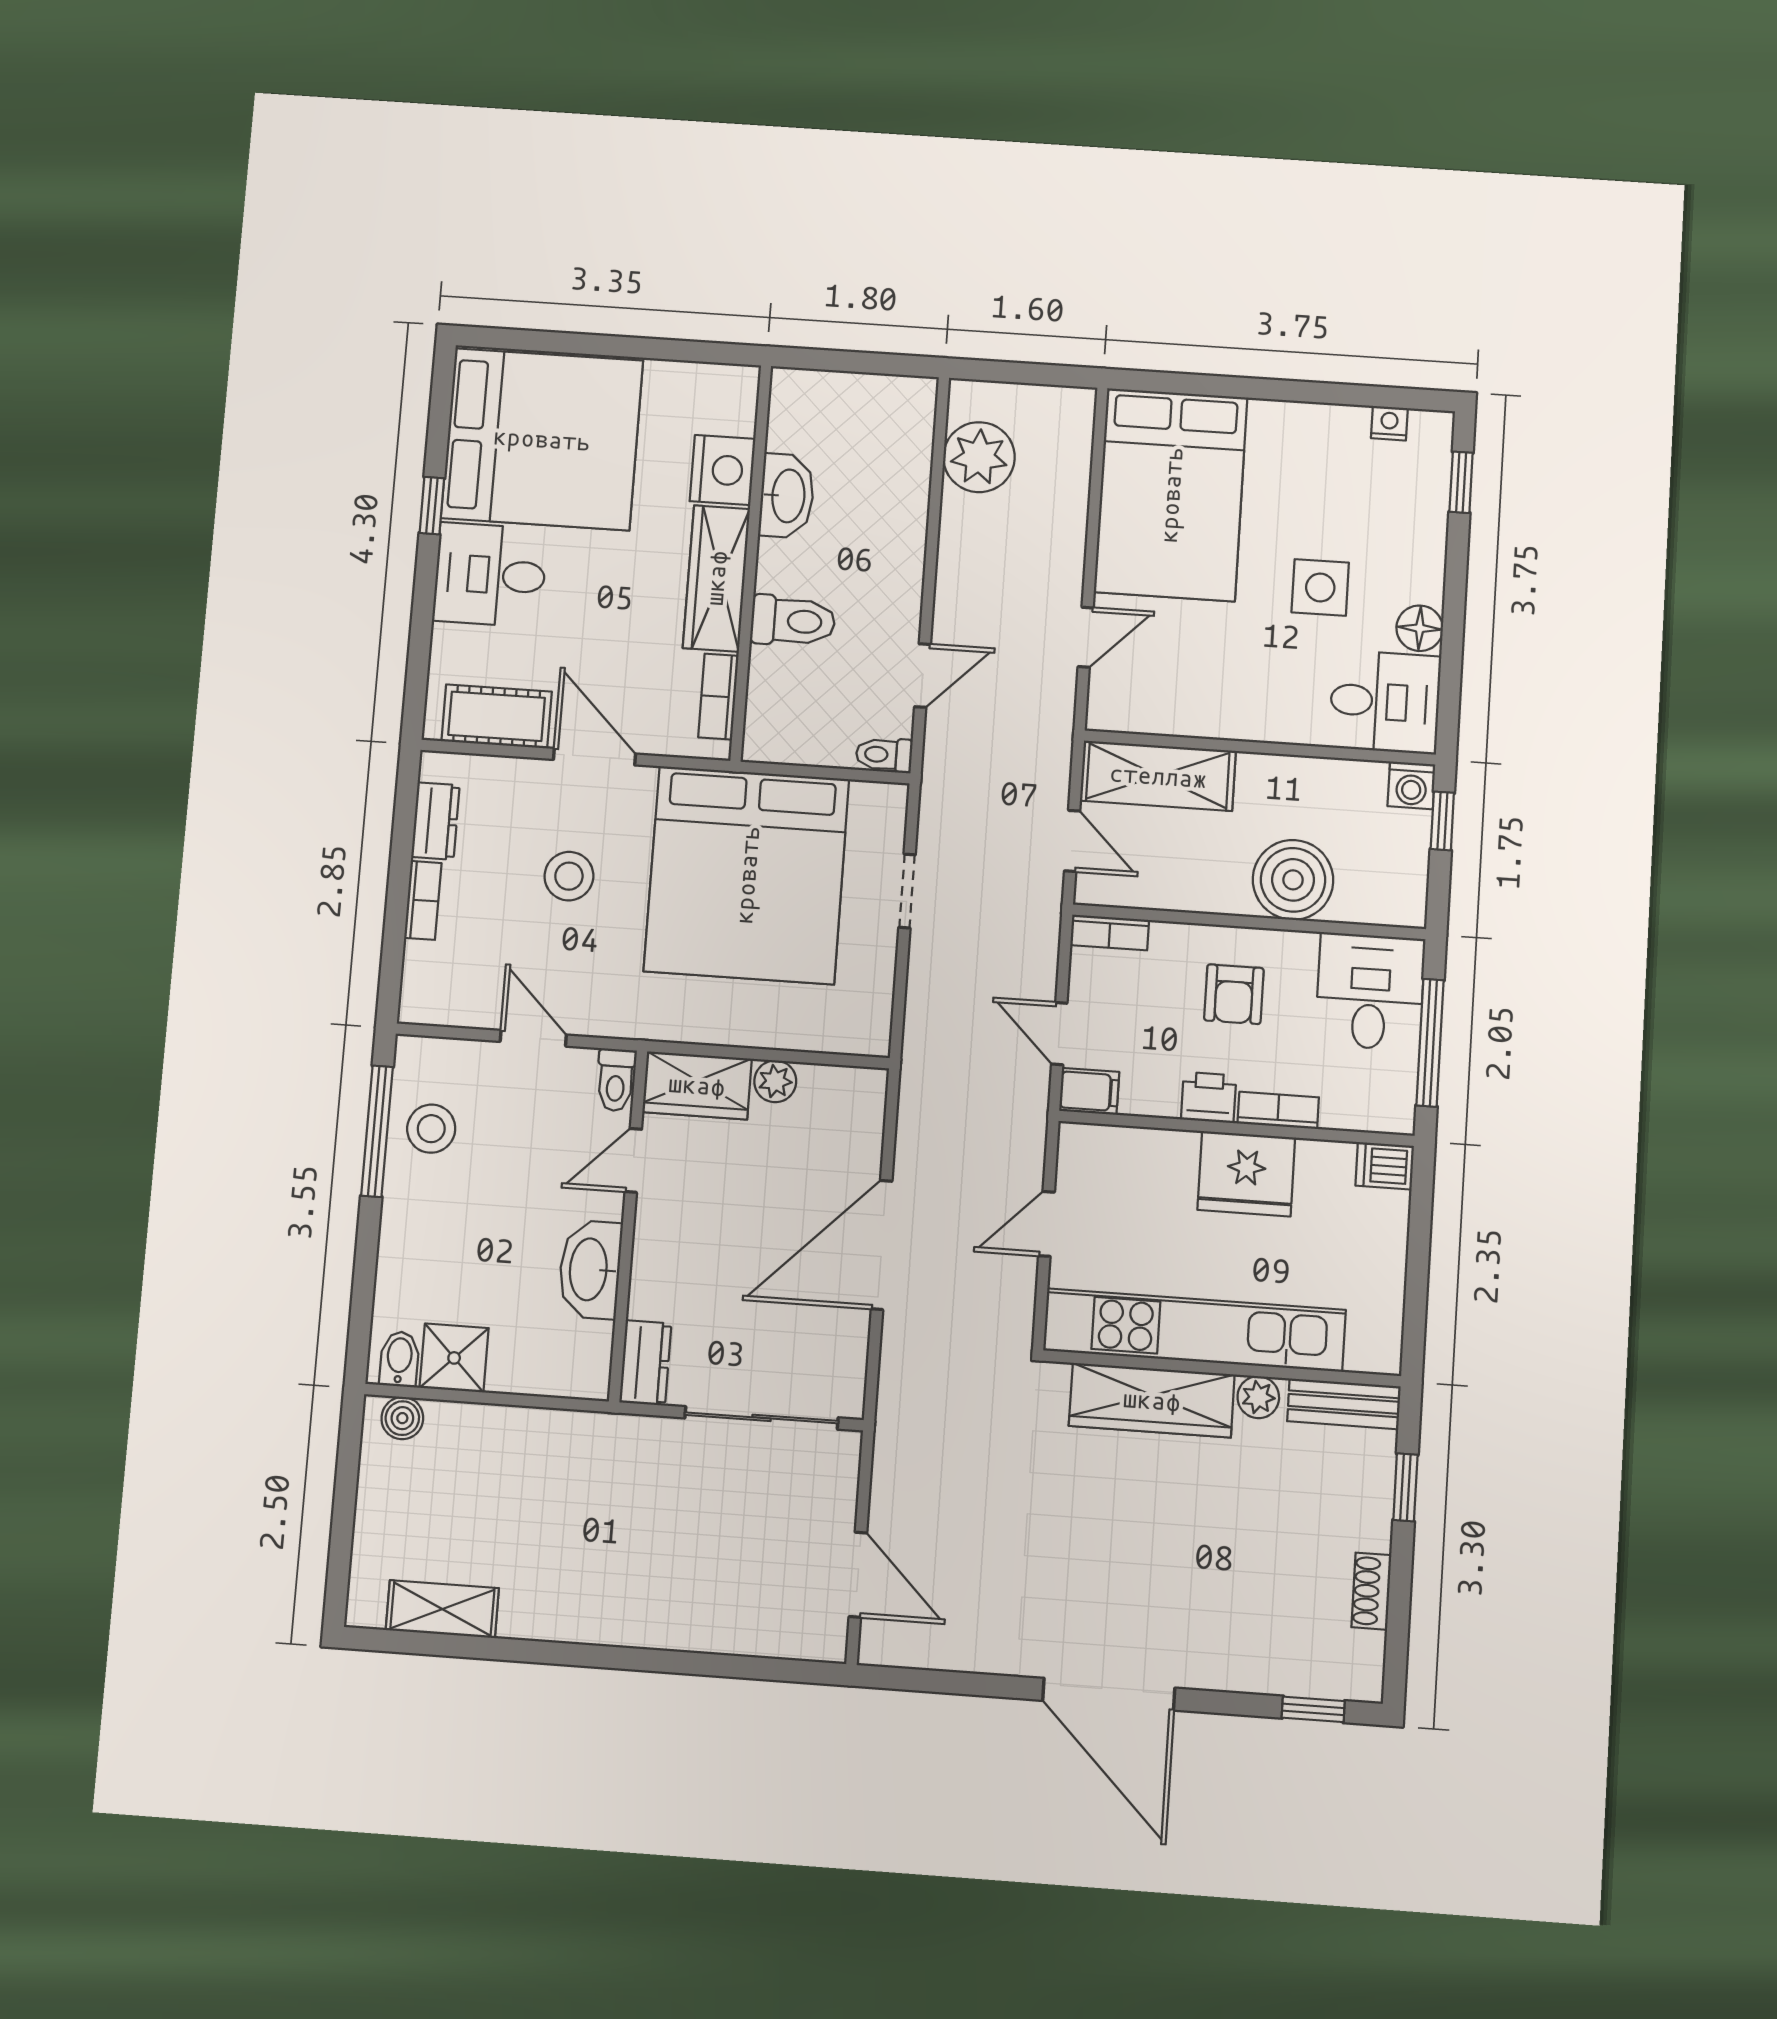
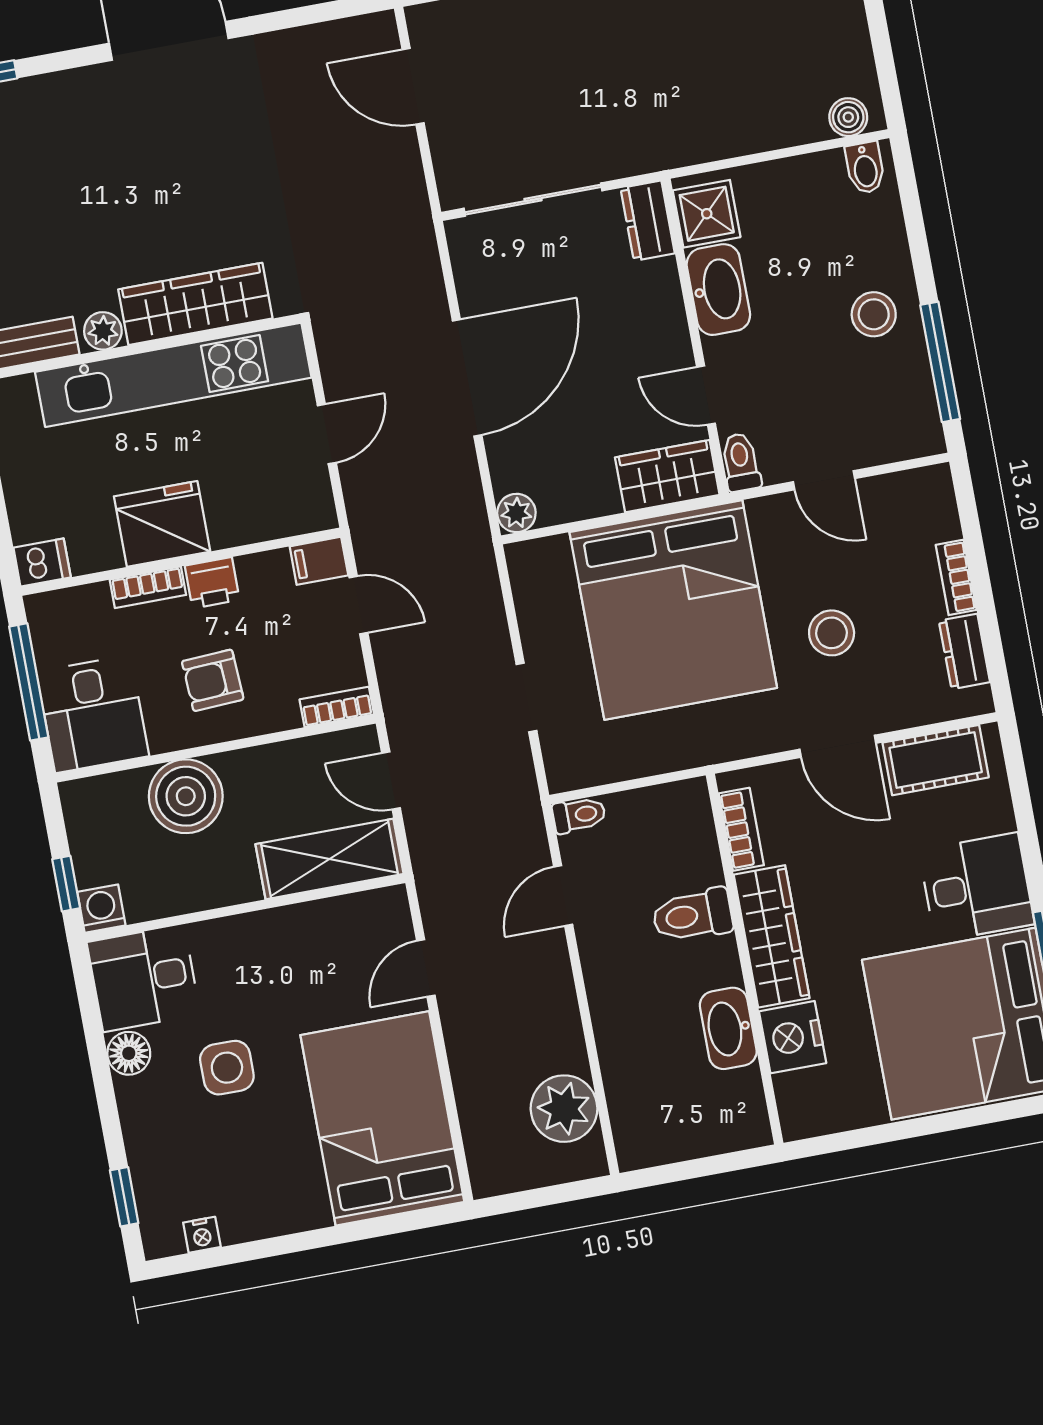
bed: (747, 875) -> (673, 610), moved, turned 180
armchair: (1234, 994) -> (213, 680), turned -93
plant: (775, 1081) -> (516, 513), moved
stool: (431, 1129) -> (874, 314), moved
door: (633, 1160) -> (706, 395), swing flipped
shower: (454, 1358) -> (707, 214), moved

